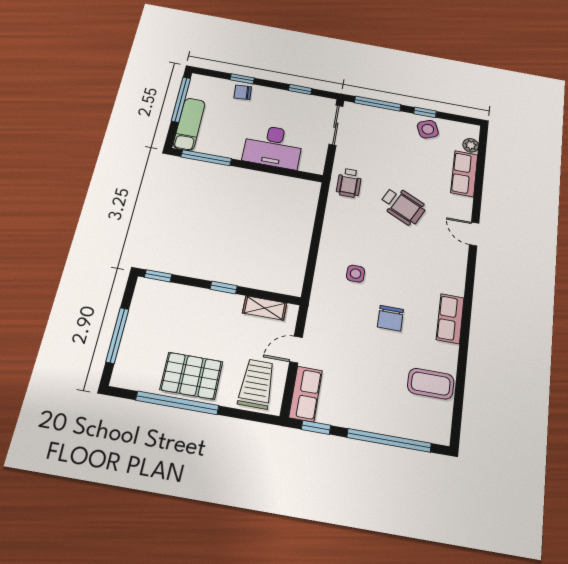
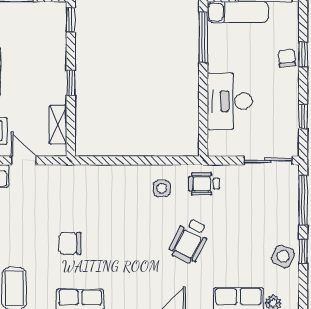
side table: (428, 129) -> (283, 256), turned 45
side table: (356, 274) -> (162, 188), moved

